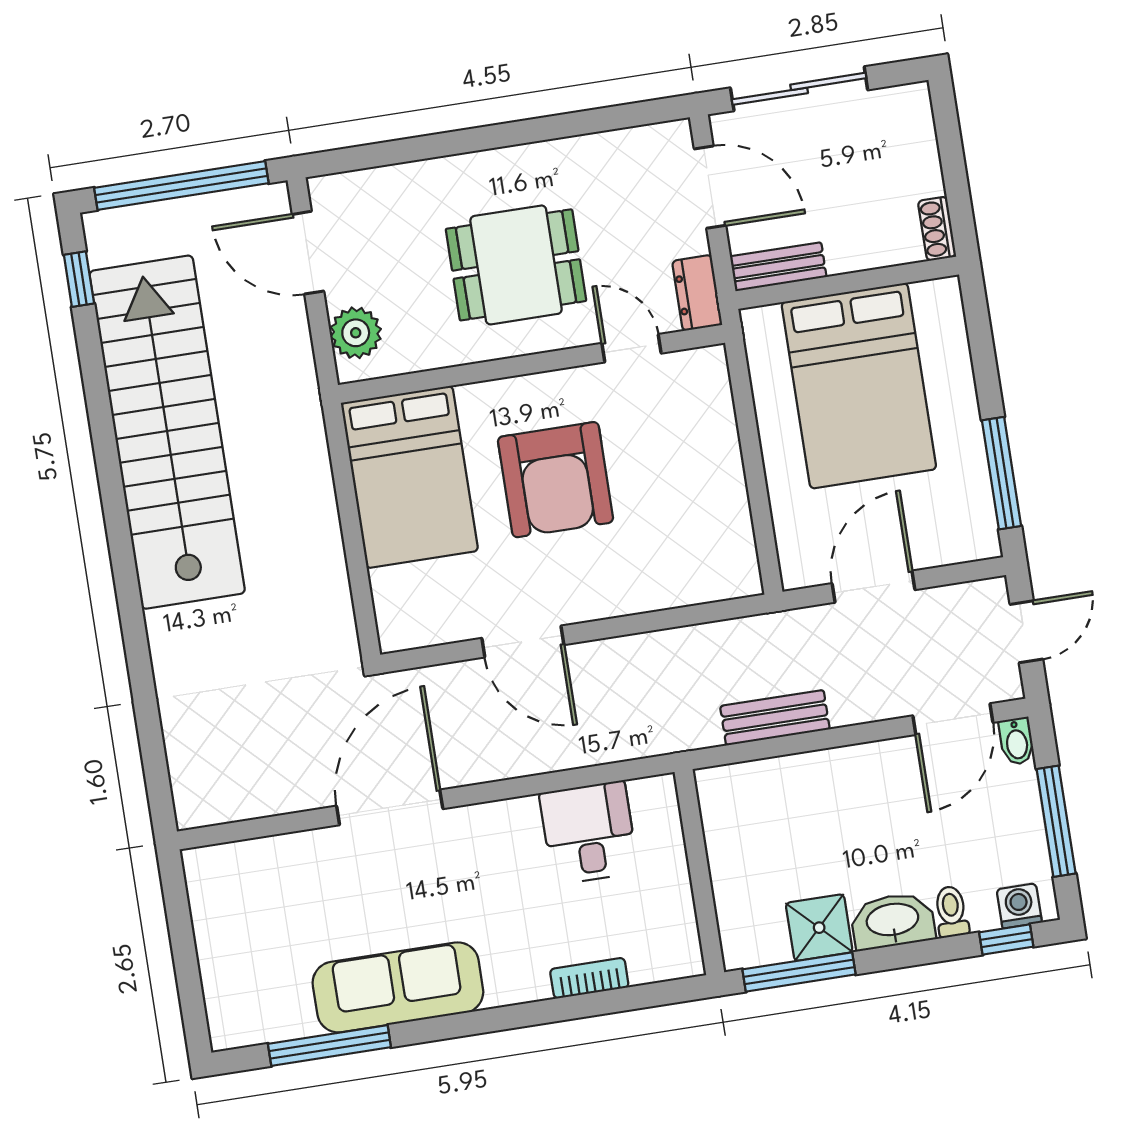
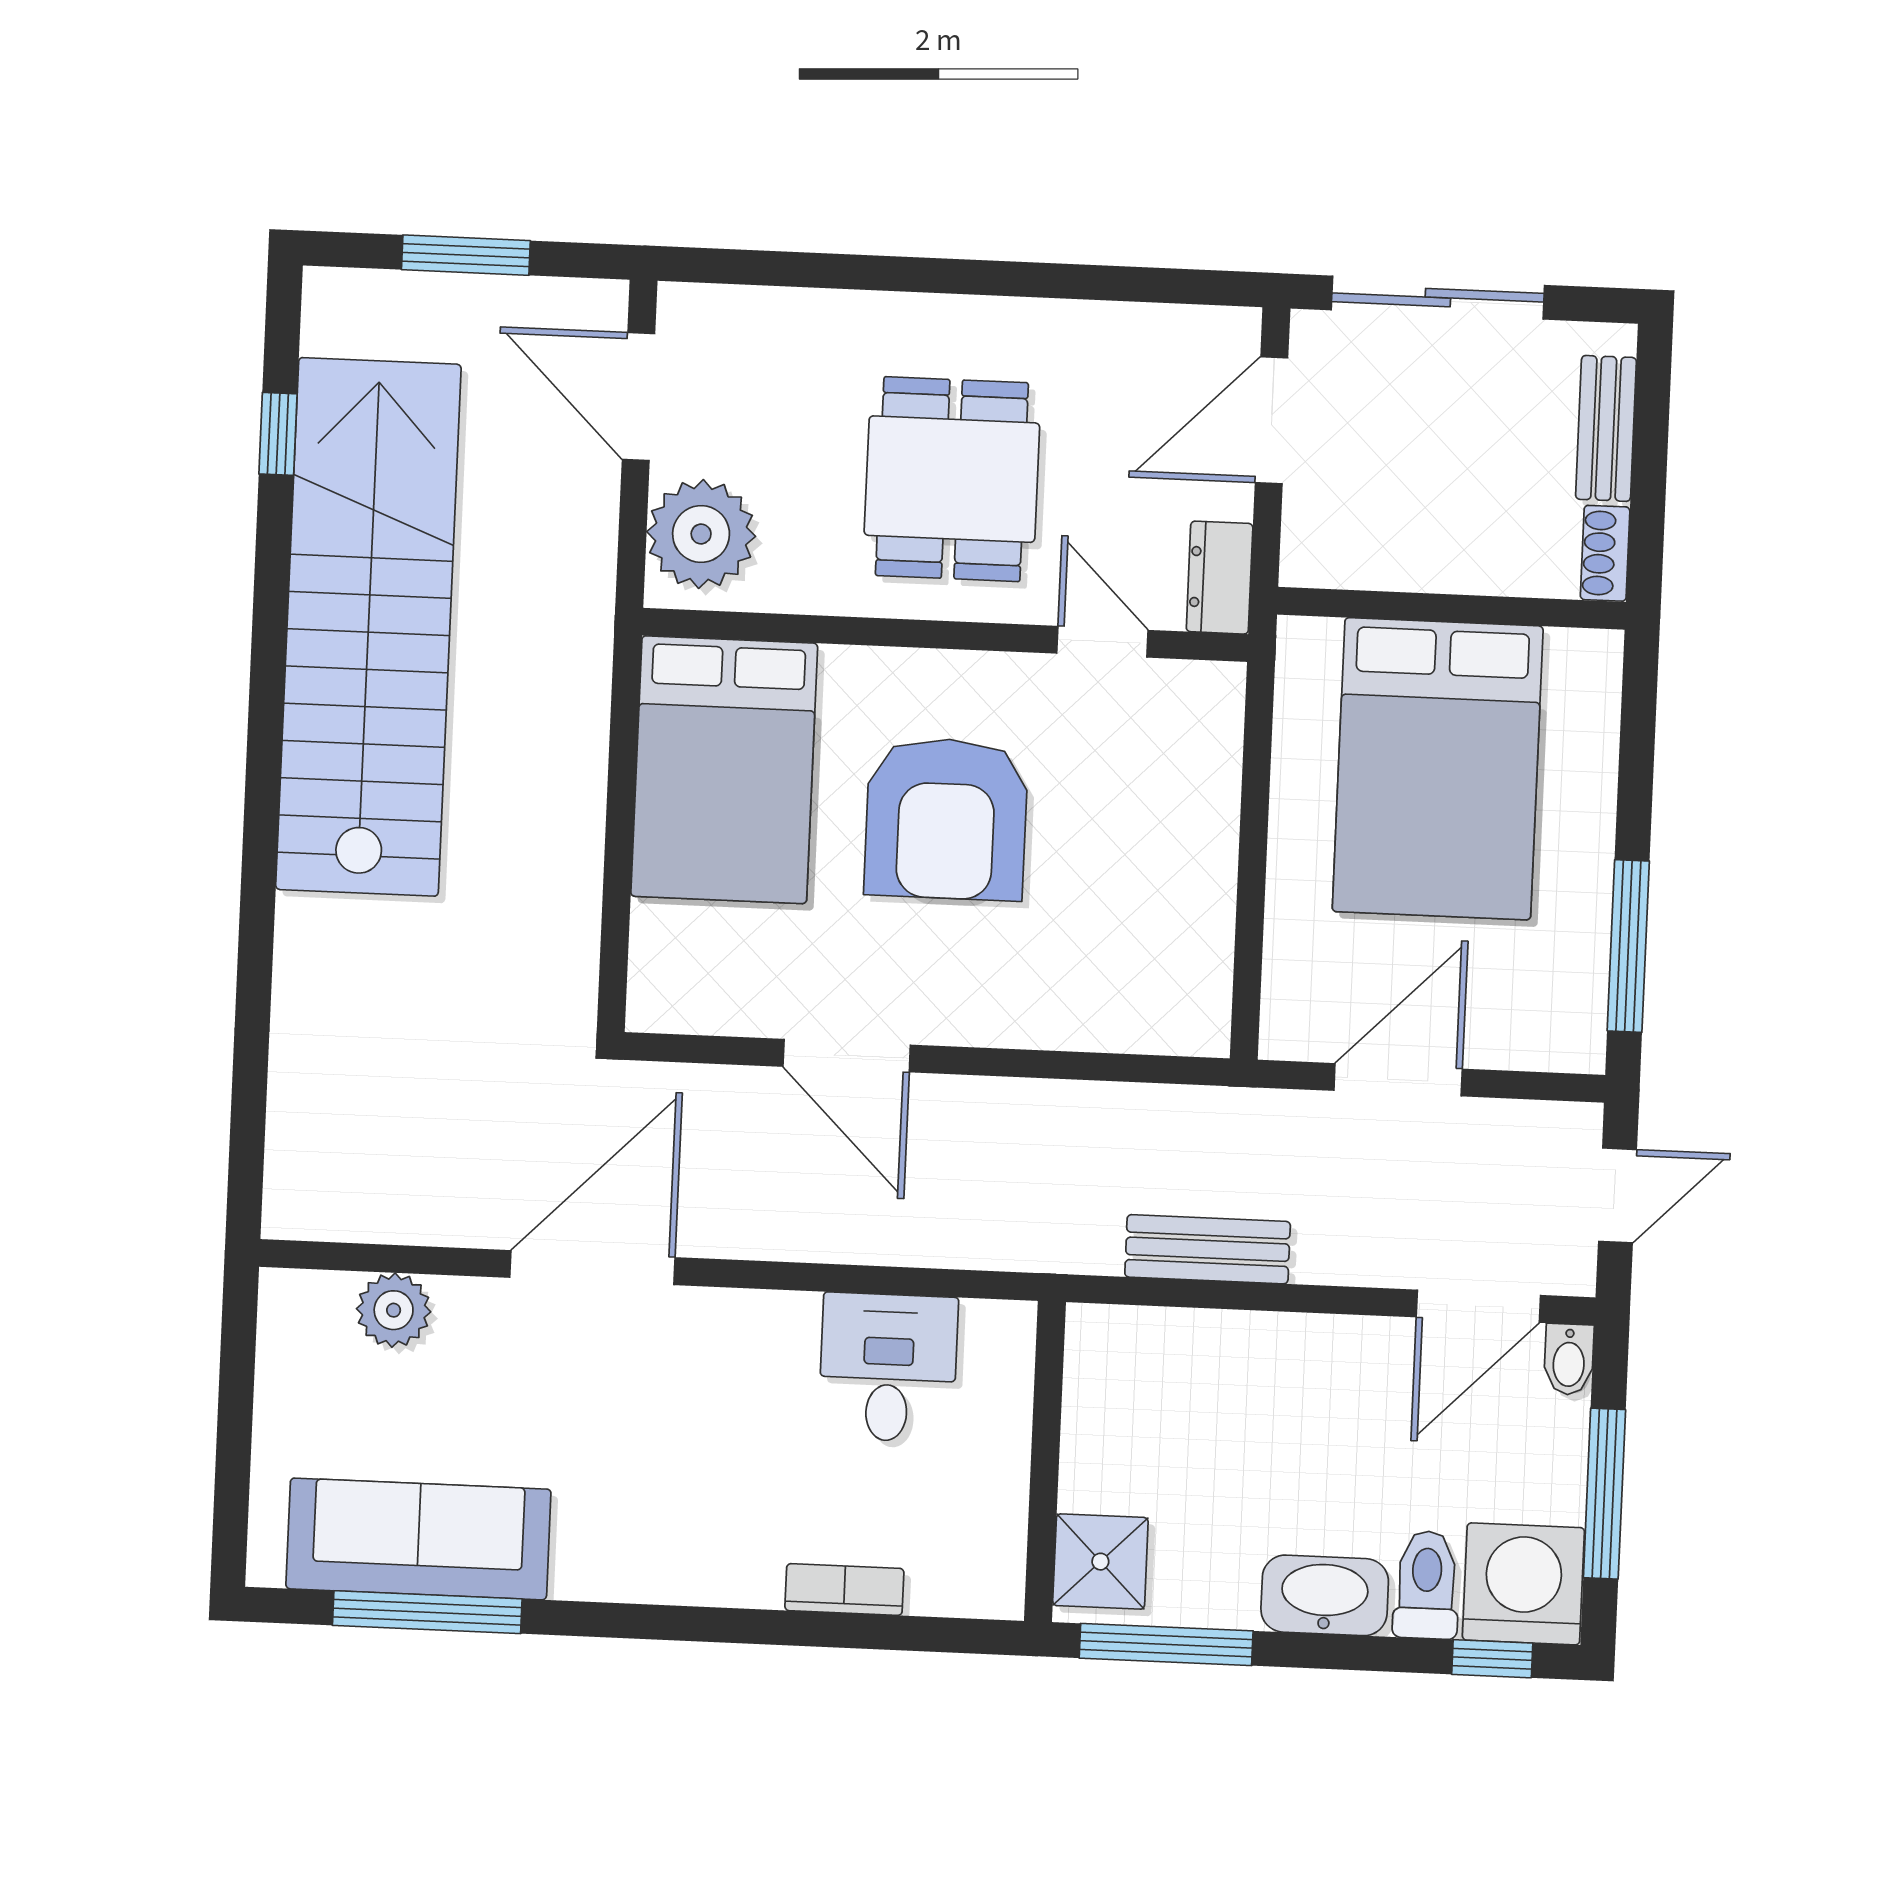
window: (181, 186) -> (466, 255), width x0.47
door: (710, 187) -> (1272, 420), swing flipped
dining table: (516, 265) -> (952, 479), turned 90
bench: (778, 267) -> (1606, 428), moved, turned 90
window: (79, 279) -> (278, 434), moved
plant: (356, 333) -> (701, 534), width x1.36, depth x1.36
plant: (270, 859) -> (394, 1310), added
washing machine: (1019, 906) -> (1523, 1584), width x1.89, depth x1.89
toilet: (951, 912) -> (1426, 1585), width x1.37, depth x1.39
shower: (819, 928) -> (1100, 1562), moved
sofa: (398, 987) -> (418, 1539), moved

